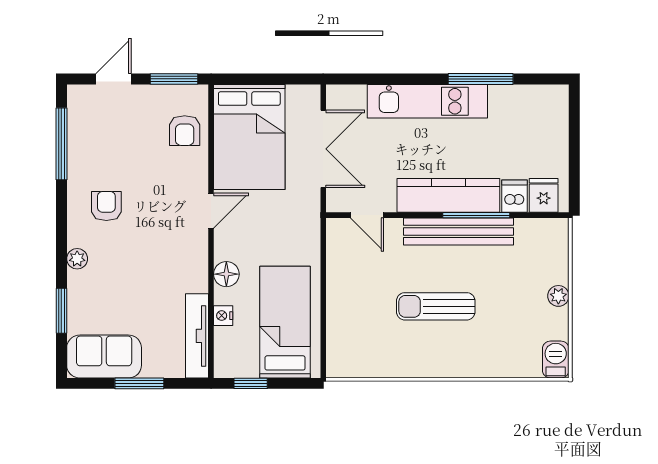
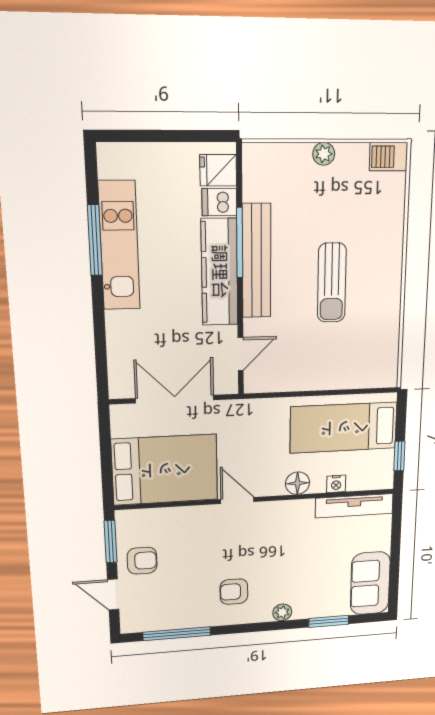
kitchen unit: (427, 101) -> (119, 246), moved
armchair: (185, 131) -> (142, 561), moved
window: (139, 383) -> (395, 552), removed

